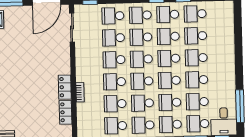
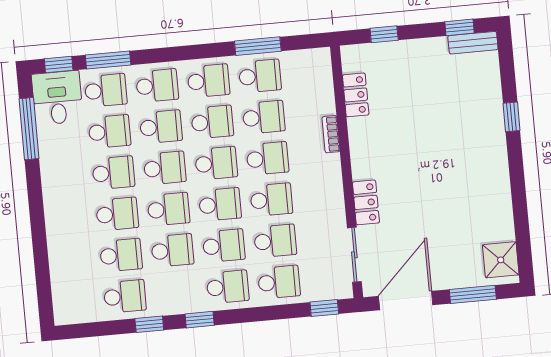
school desk: (168, 14) -> (176, 292), removed
locker: (65, 87) -> (366, 202), moved

